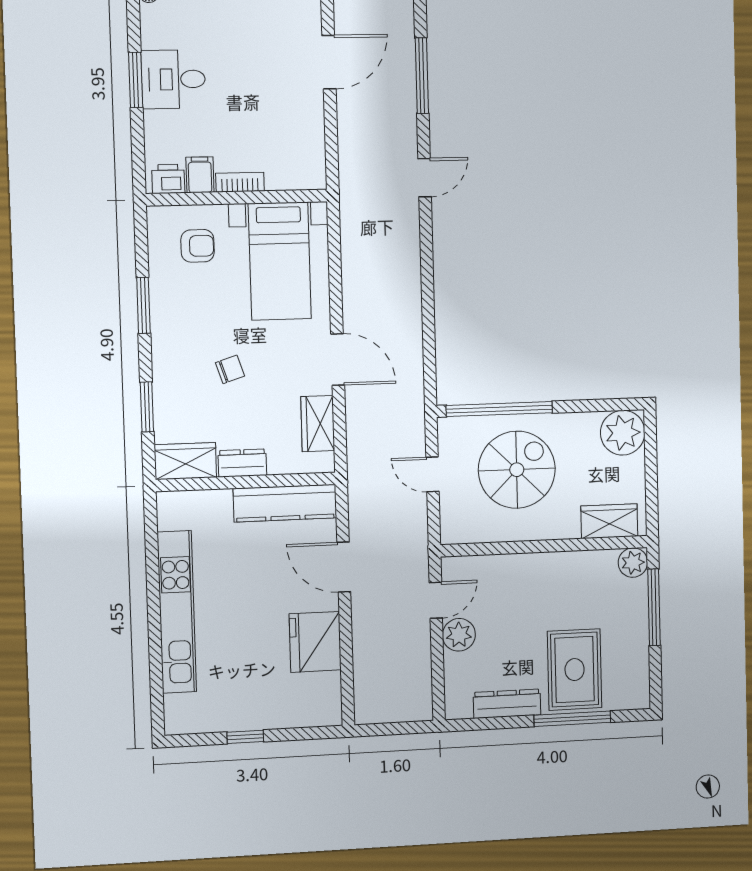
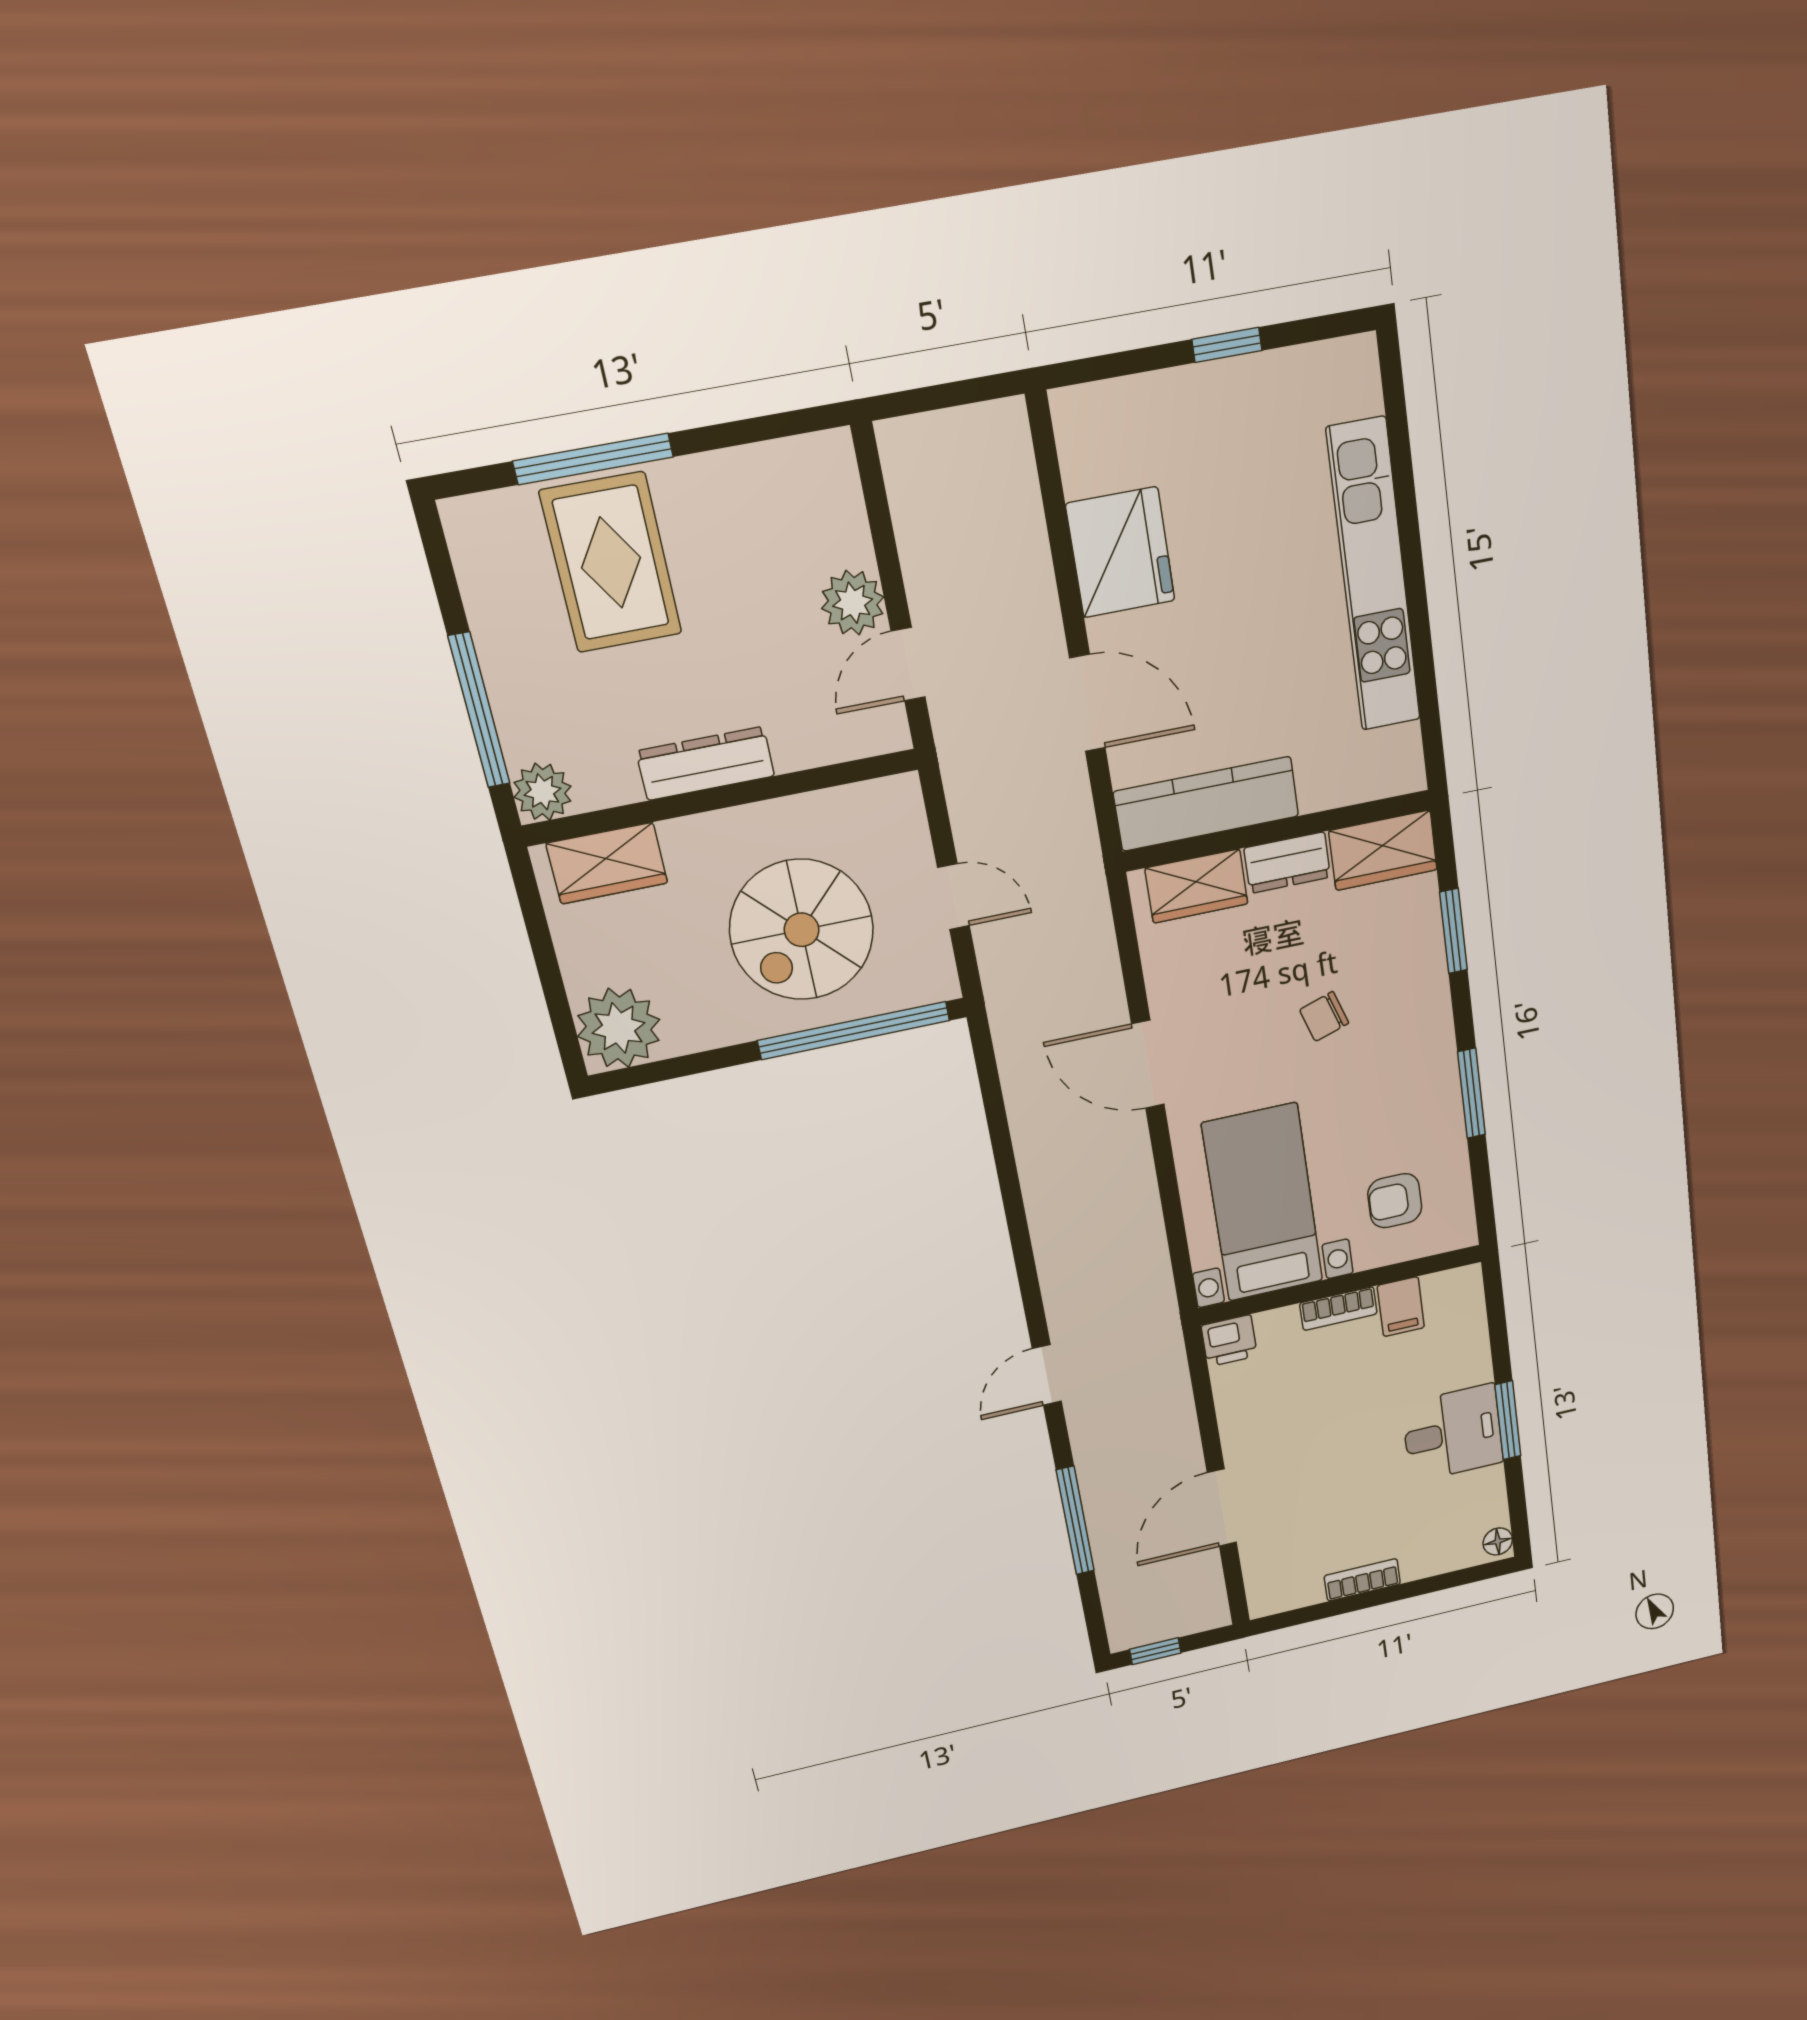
printer: (168, 179) -> (1229, 1341), moved
wardrobe: (318, 424) -> (1197, 886), moved, turned 90
dresser: (507, 704) -> (706, 763), moved, turned 180

